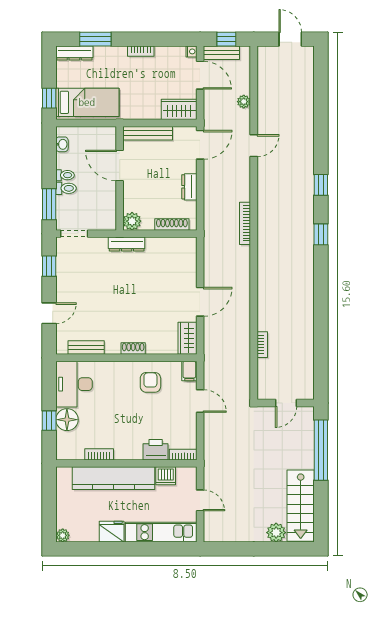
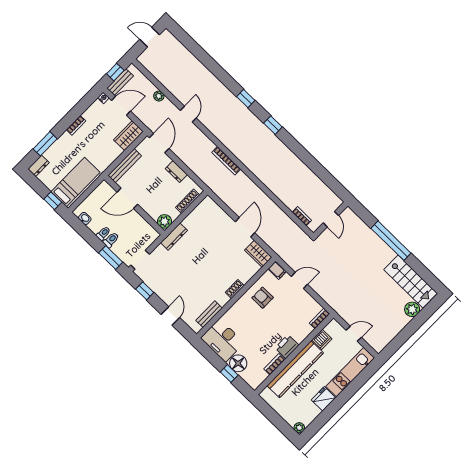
dresser: (74, 53) -> (38, 166), width x0.70
door: (286, 403) -> (331, 219), moved
wall: (286, 403) -> (331, 219), moved
printer: (156, 450) -> (287, 346), moved

